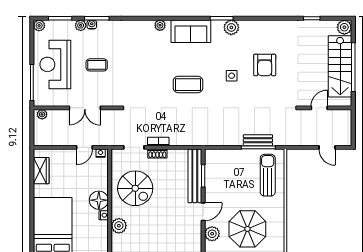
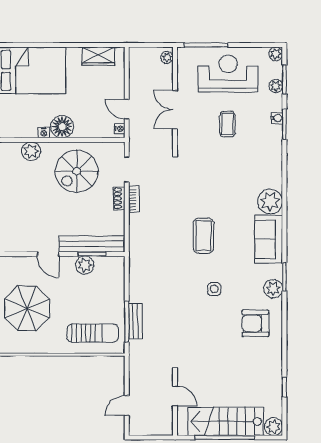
plant: (81, 25) -> (276, 86), moved
plant: (160, 25) -> (270, 201), width x1.87, depth x1.87
armchair: (265, 65) -> (255, 323), moved
plant: (212, 234) -> (85, 265), moved

